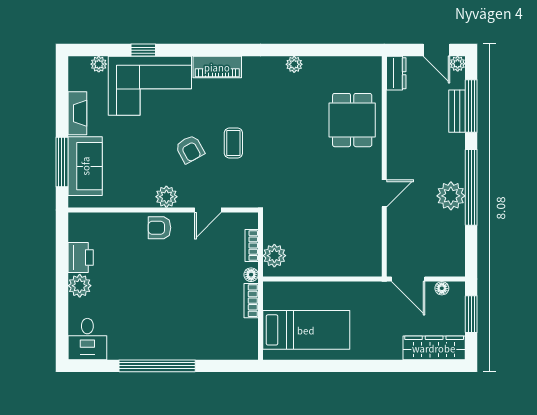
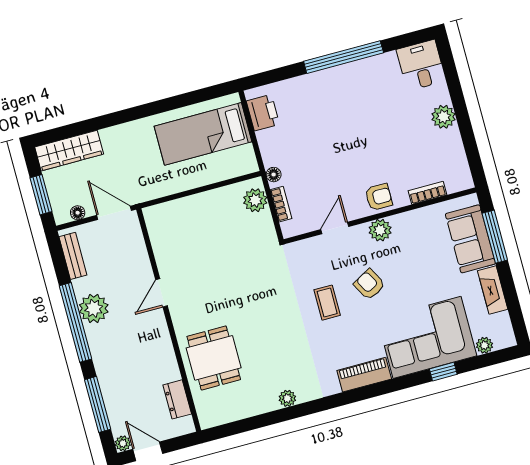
dresser: (396, 73) -> (177, 399), moved
bench: (457, 111) -> (73, 256), moved
printer: (81, 257) -> (263, 113), moved, turned 180
bookcase: (251, 301) -> (428, 193), moved, turned -90

